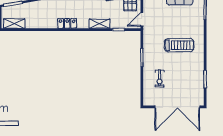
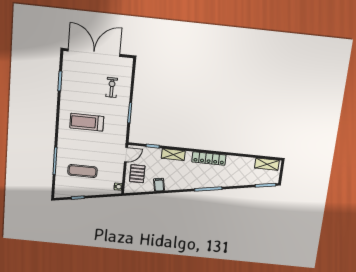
locker: (67, 23) -> (209, 158), width x1.53

